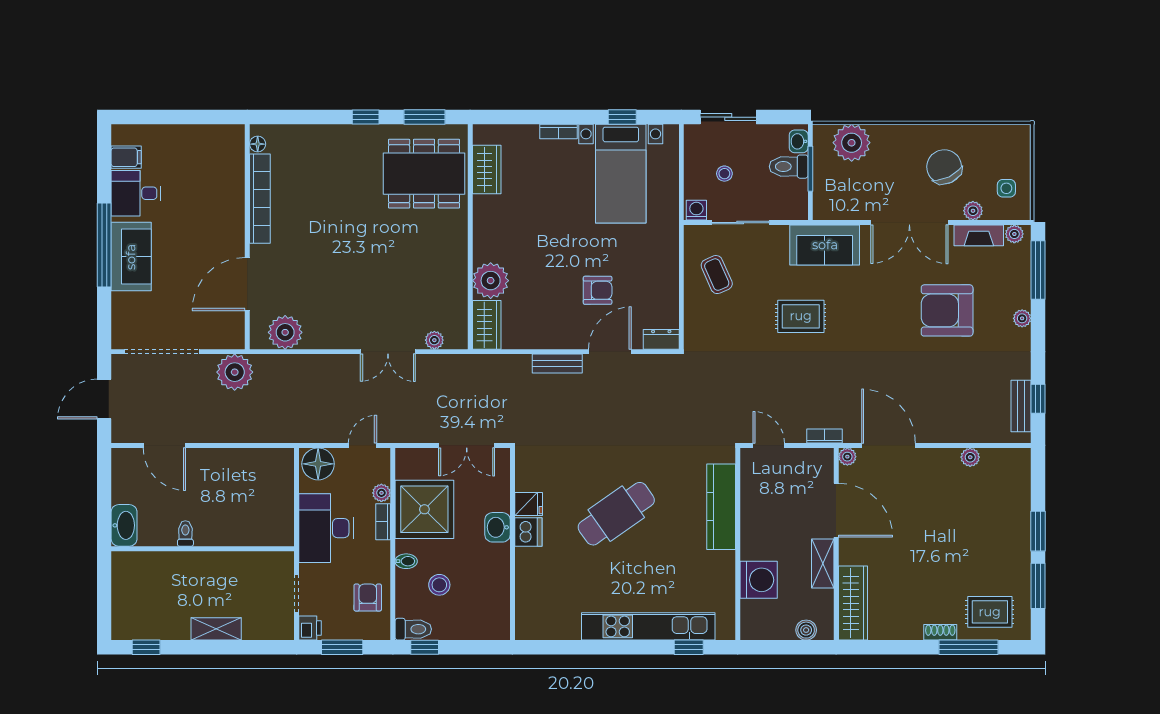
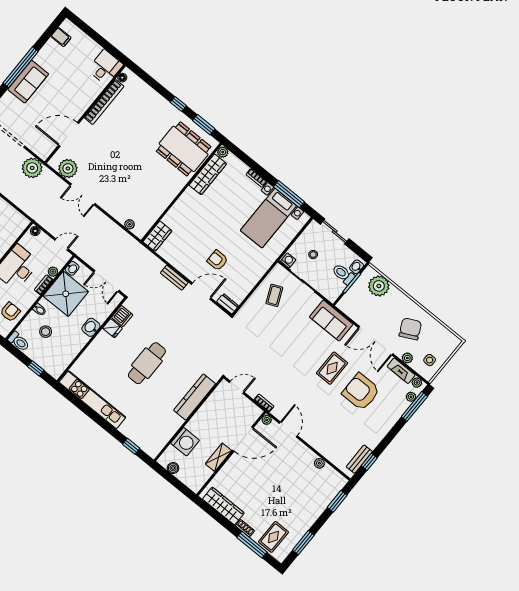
window: (622, 117) -> (289, 194), width x2.17
wardrobe: (487, 170) -> (208, 174), width x1.50
desk: (136, 193) -> (105, 67), moved, turned 90
plant: (491, 281) -> (223, 152), moved, width x0.53, depth x0.53
armchair: (598, 290) -> (217, 260), turned 180
rug: (801, 316) -> (332, 368), moved, turned 90
plant: (1022, 318) -> (411, 397), moved
double door: (388, 352) -> (83, 194), moved
door: (769, 445) -> (237, 387), hinge flipped
door: (889, 445) -> (288, 429), width x0.73
floor lamp: (318, 464) -> (35, 231), width x0.53, depth x0.53
washbasin: (404, 467) -> (72, 268), added
door: (836, 510) -> (243, 439), hinge flipped
cafe table: (616, 514) -> (147, 363), turned -55
window: (1038, 531) -> (337, 501), moved
dishwasher: (528, 532) -> (122, 316), moved
wardrobe: (853, 603) -> (223, 506), moved, turned -90
rug: (990, 612) -> (273, 537), turned 90
kitchen unit: (648, 626) -> (92, 400), moved
boiler: (806, 630) -> (173, 468), moved
window: (425, 647) -> (36, 368), moved

